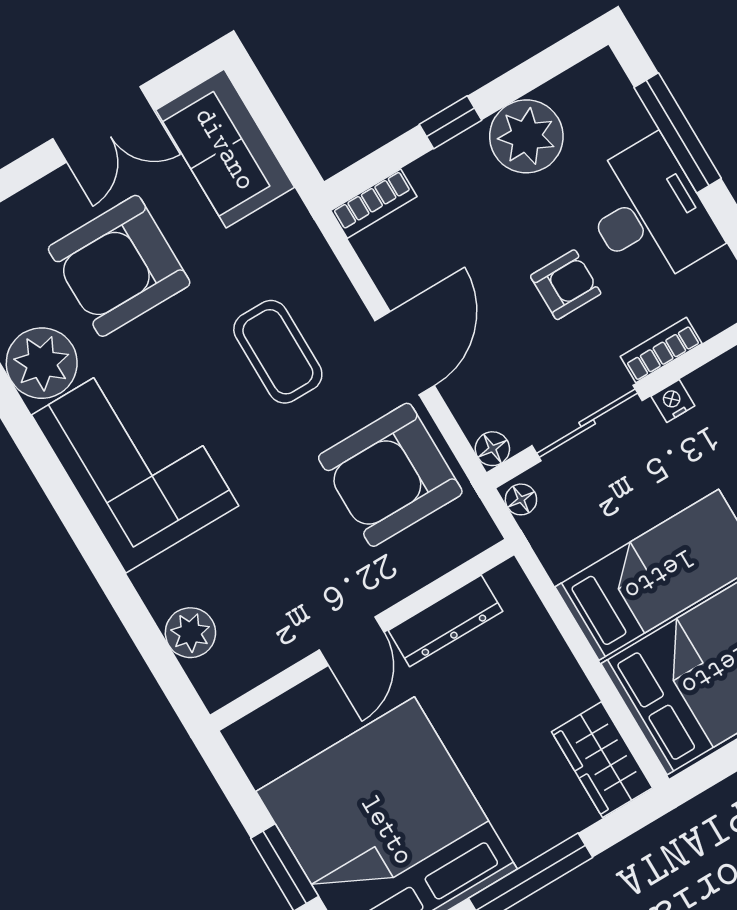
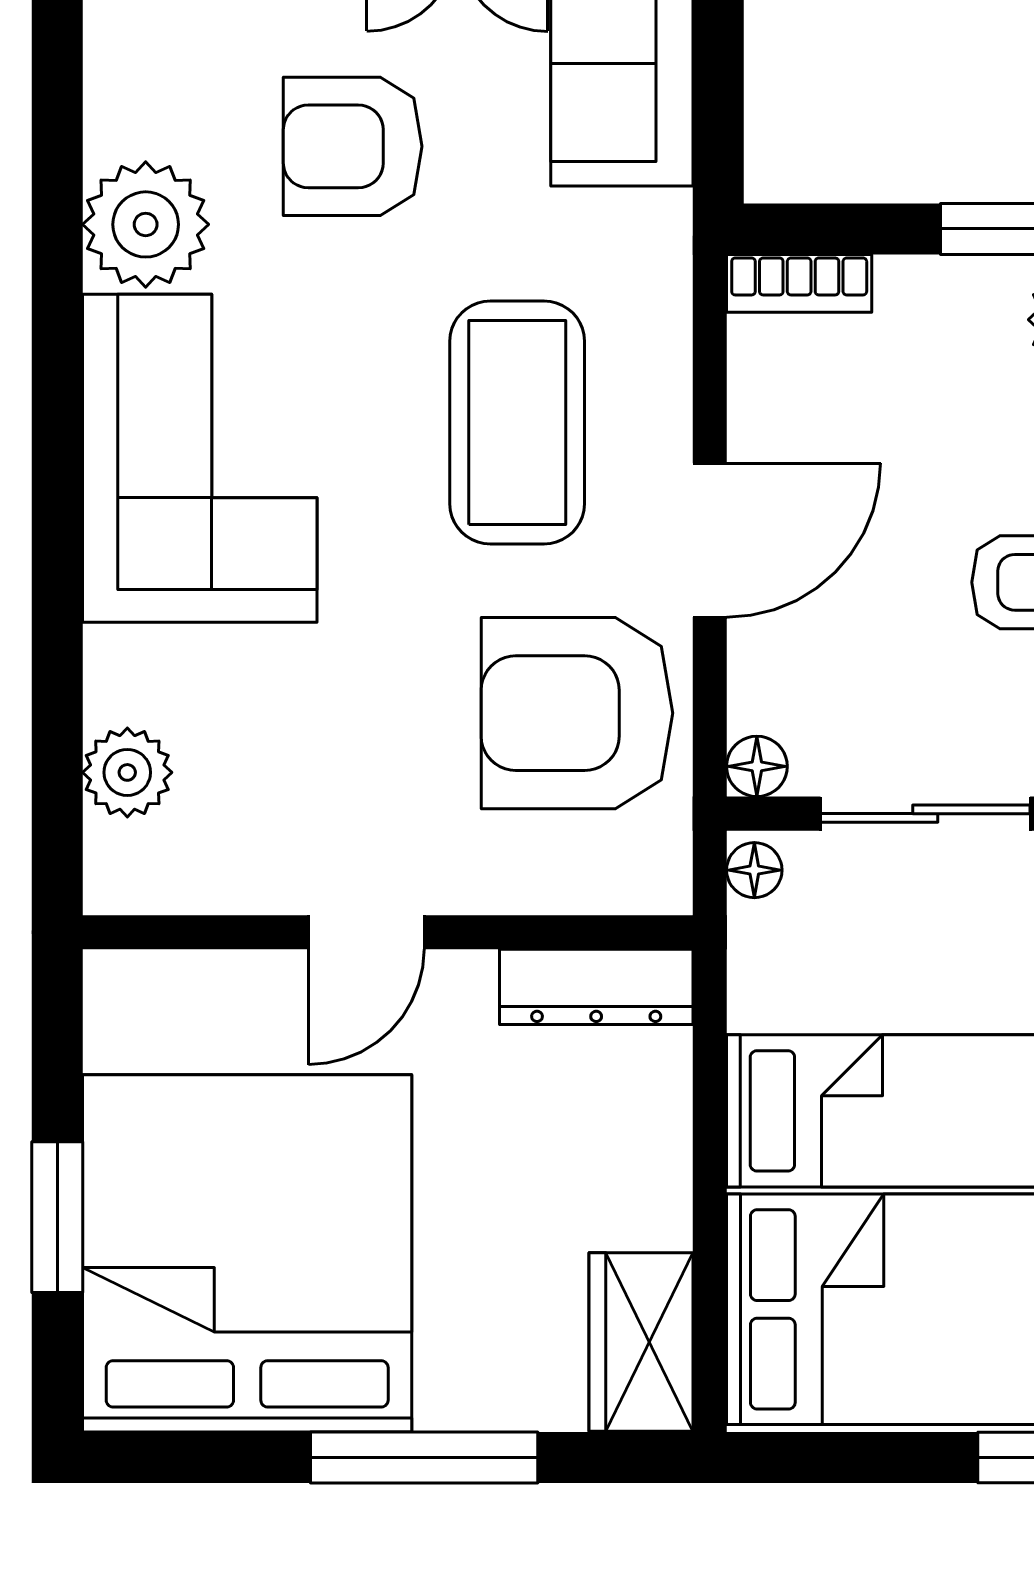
armchair: (119, 266) -> (353, 146), width x0.73, depth x0.73
coffee table: (278, 352) -> (517, 422), width x1.36, depth x1.32
dresser: (445, 621) -> (596, 987), moved

